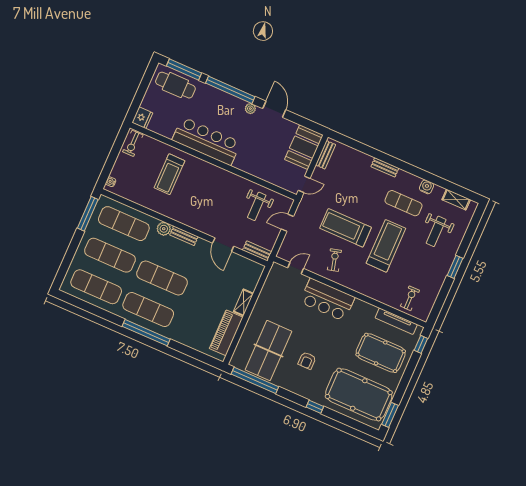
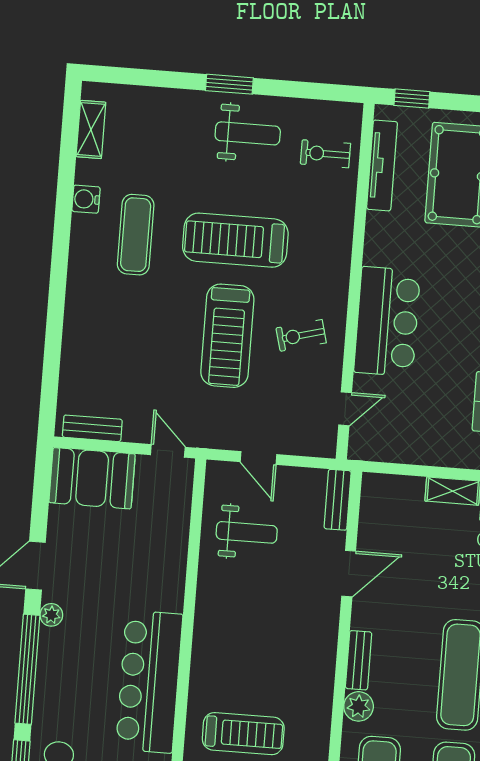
bench: (385, 167) -> (76, 298), removed
weight bench: (436, 231) -> (248, 133), moved
door: (296, 268) -> (345, 409), swing flipped

